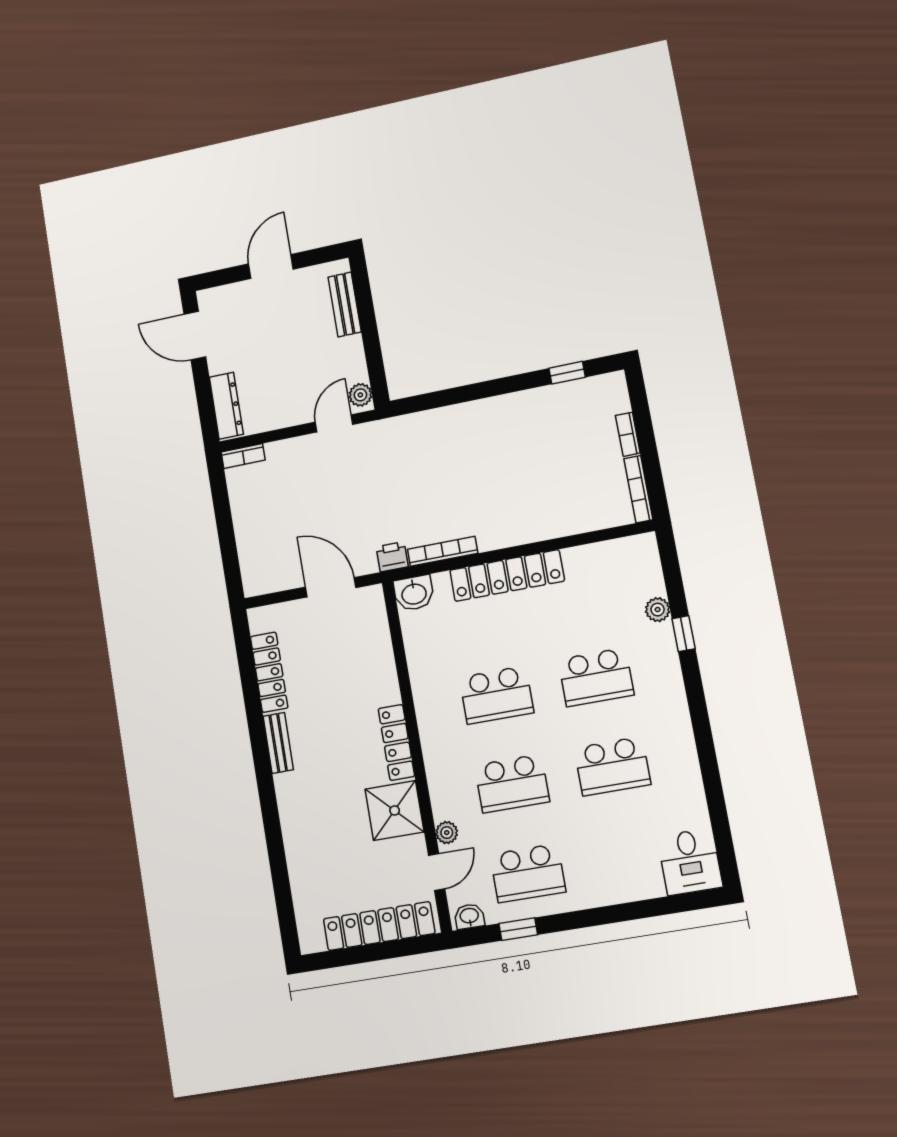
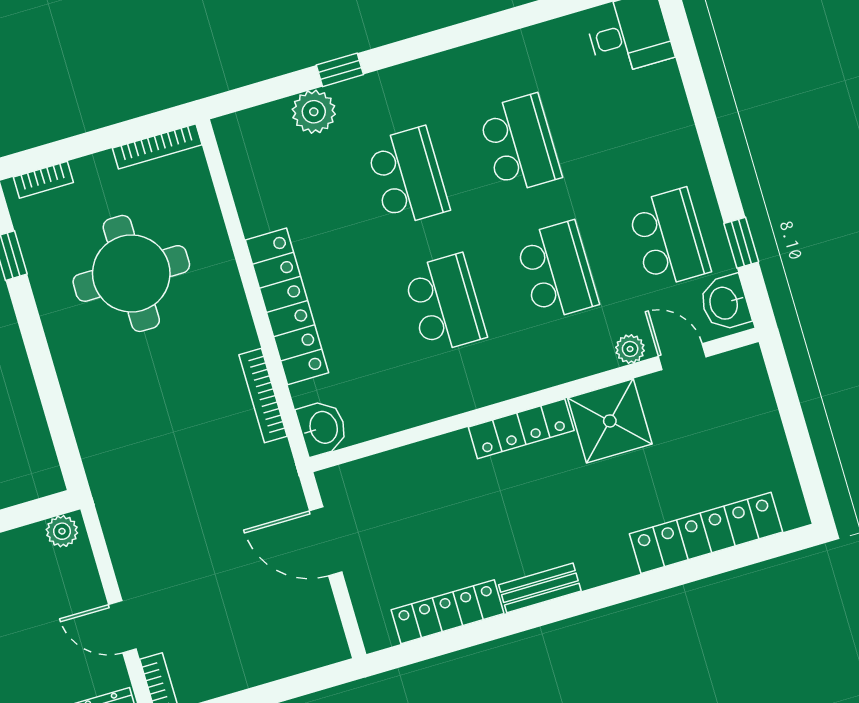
door: (334, 423) -> (122, 627), moved
bookcase: (628, 434) -> (43, 180), moved
round table: (544, 461) -> (131, 273), added
printer: (392, 557) -> (277, 463), removed
door: (331, 587) -> (326, 541), hinge flipped
plant: (658, 610) -> (314, 112), width x1.38, depth x1.38
washbasin: (469, 916) -> (725, 303), width x1.38, depth x1.45
locker: (379, 926) -> (706, 533), moved, turned 90

